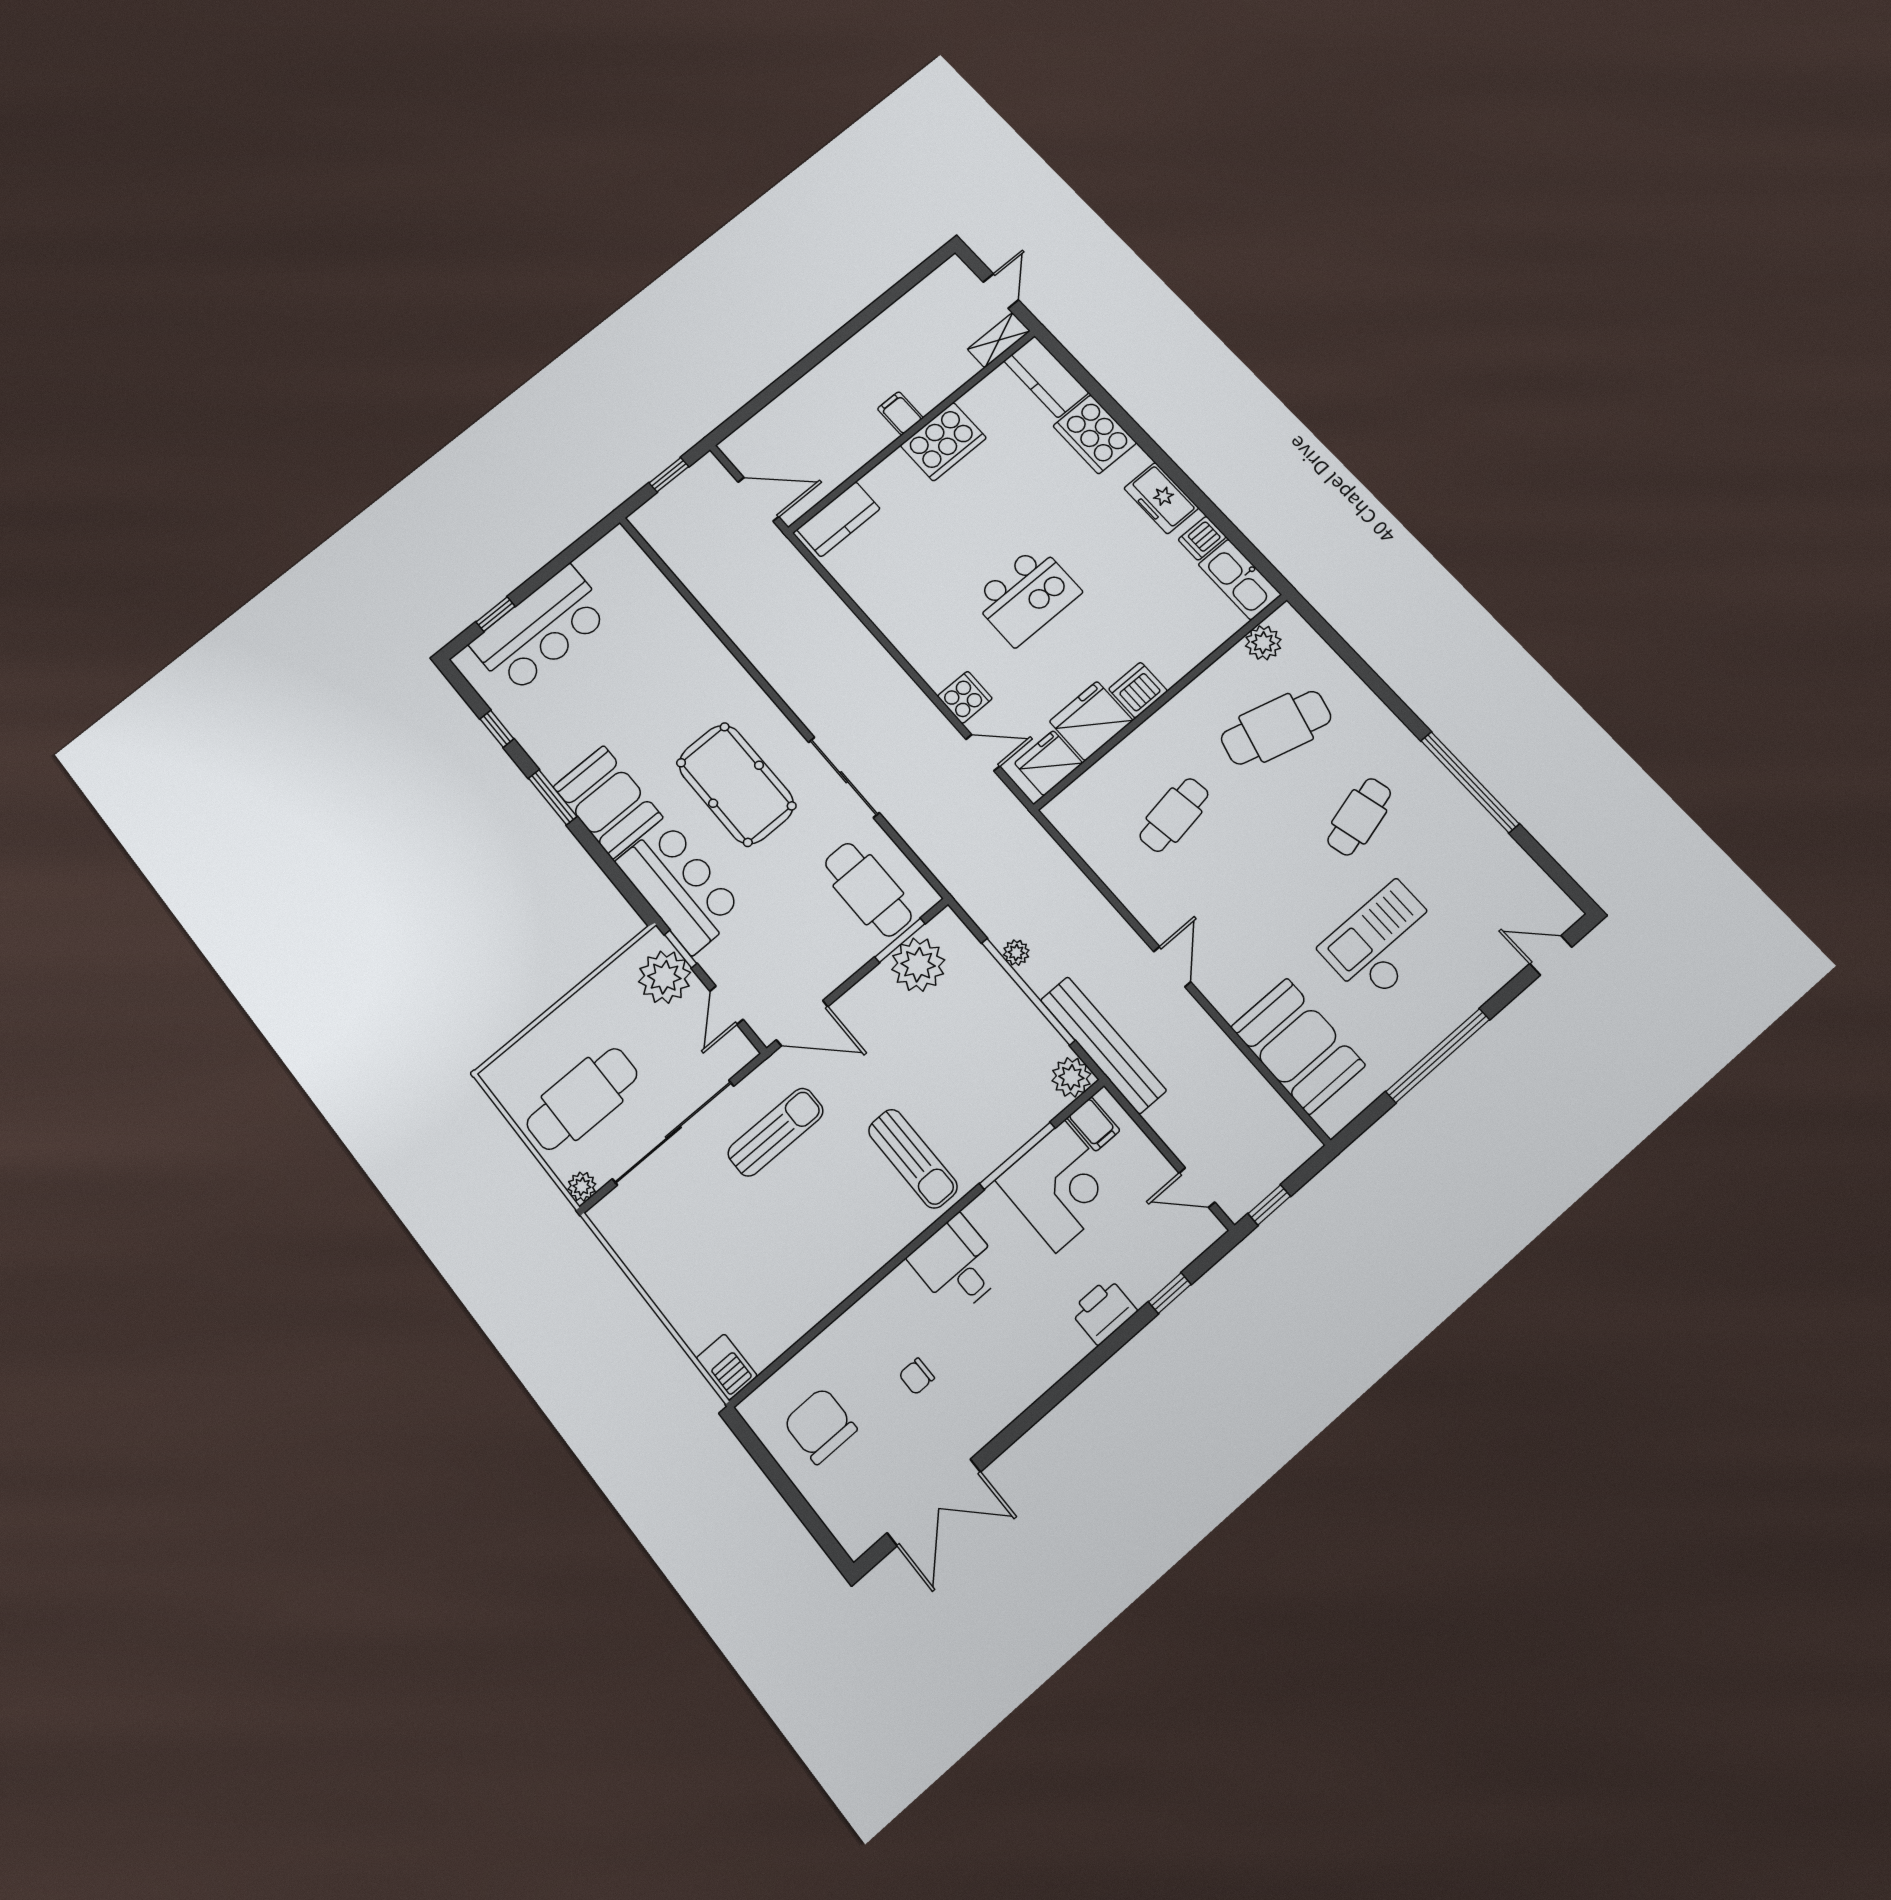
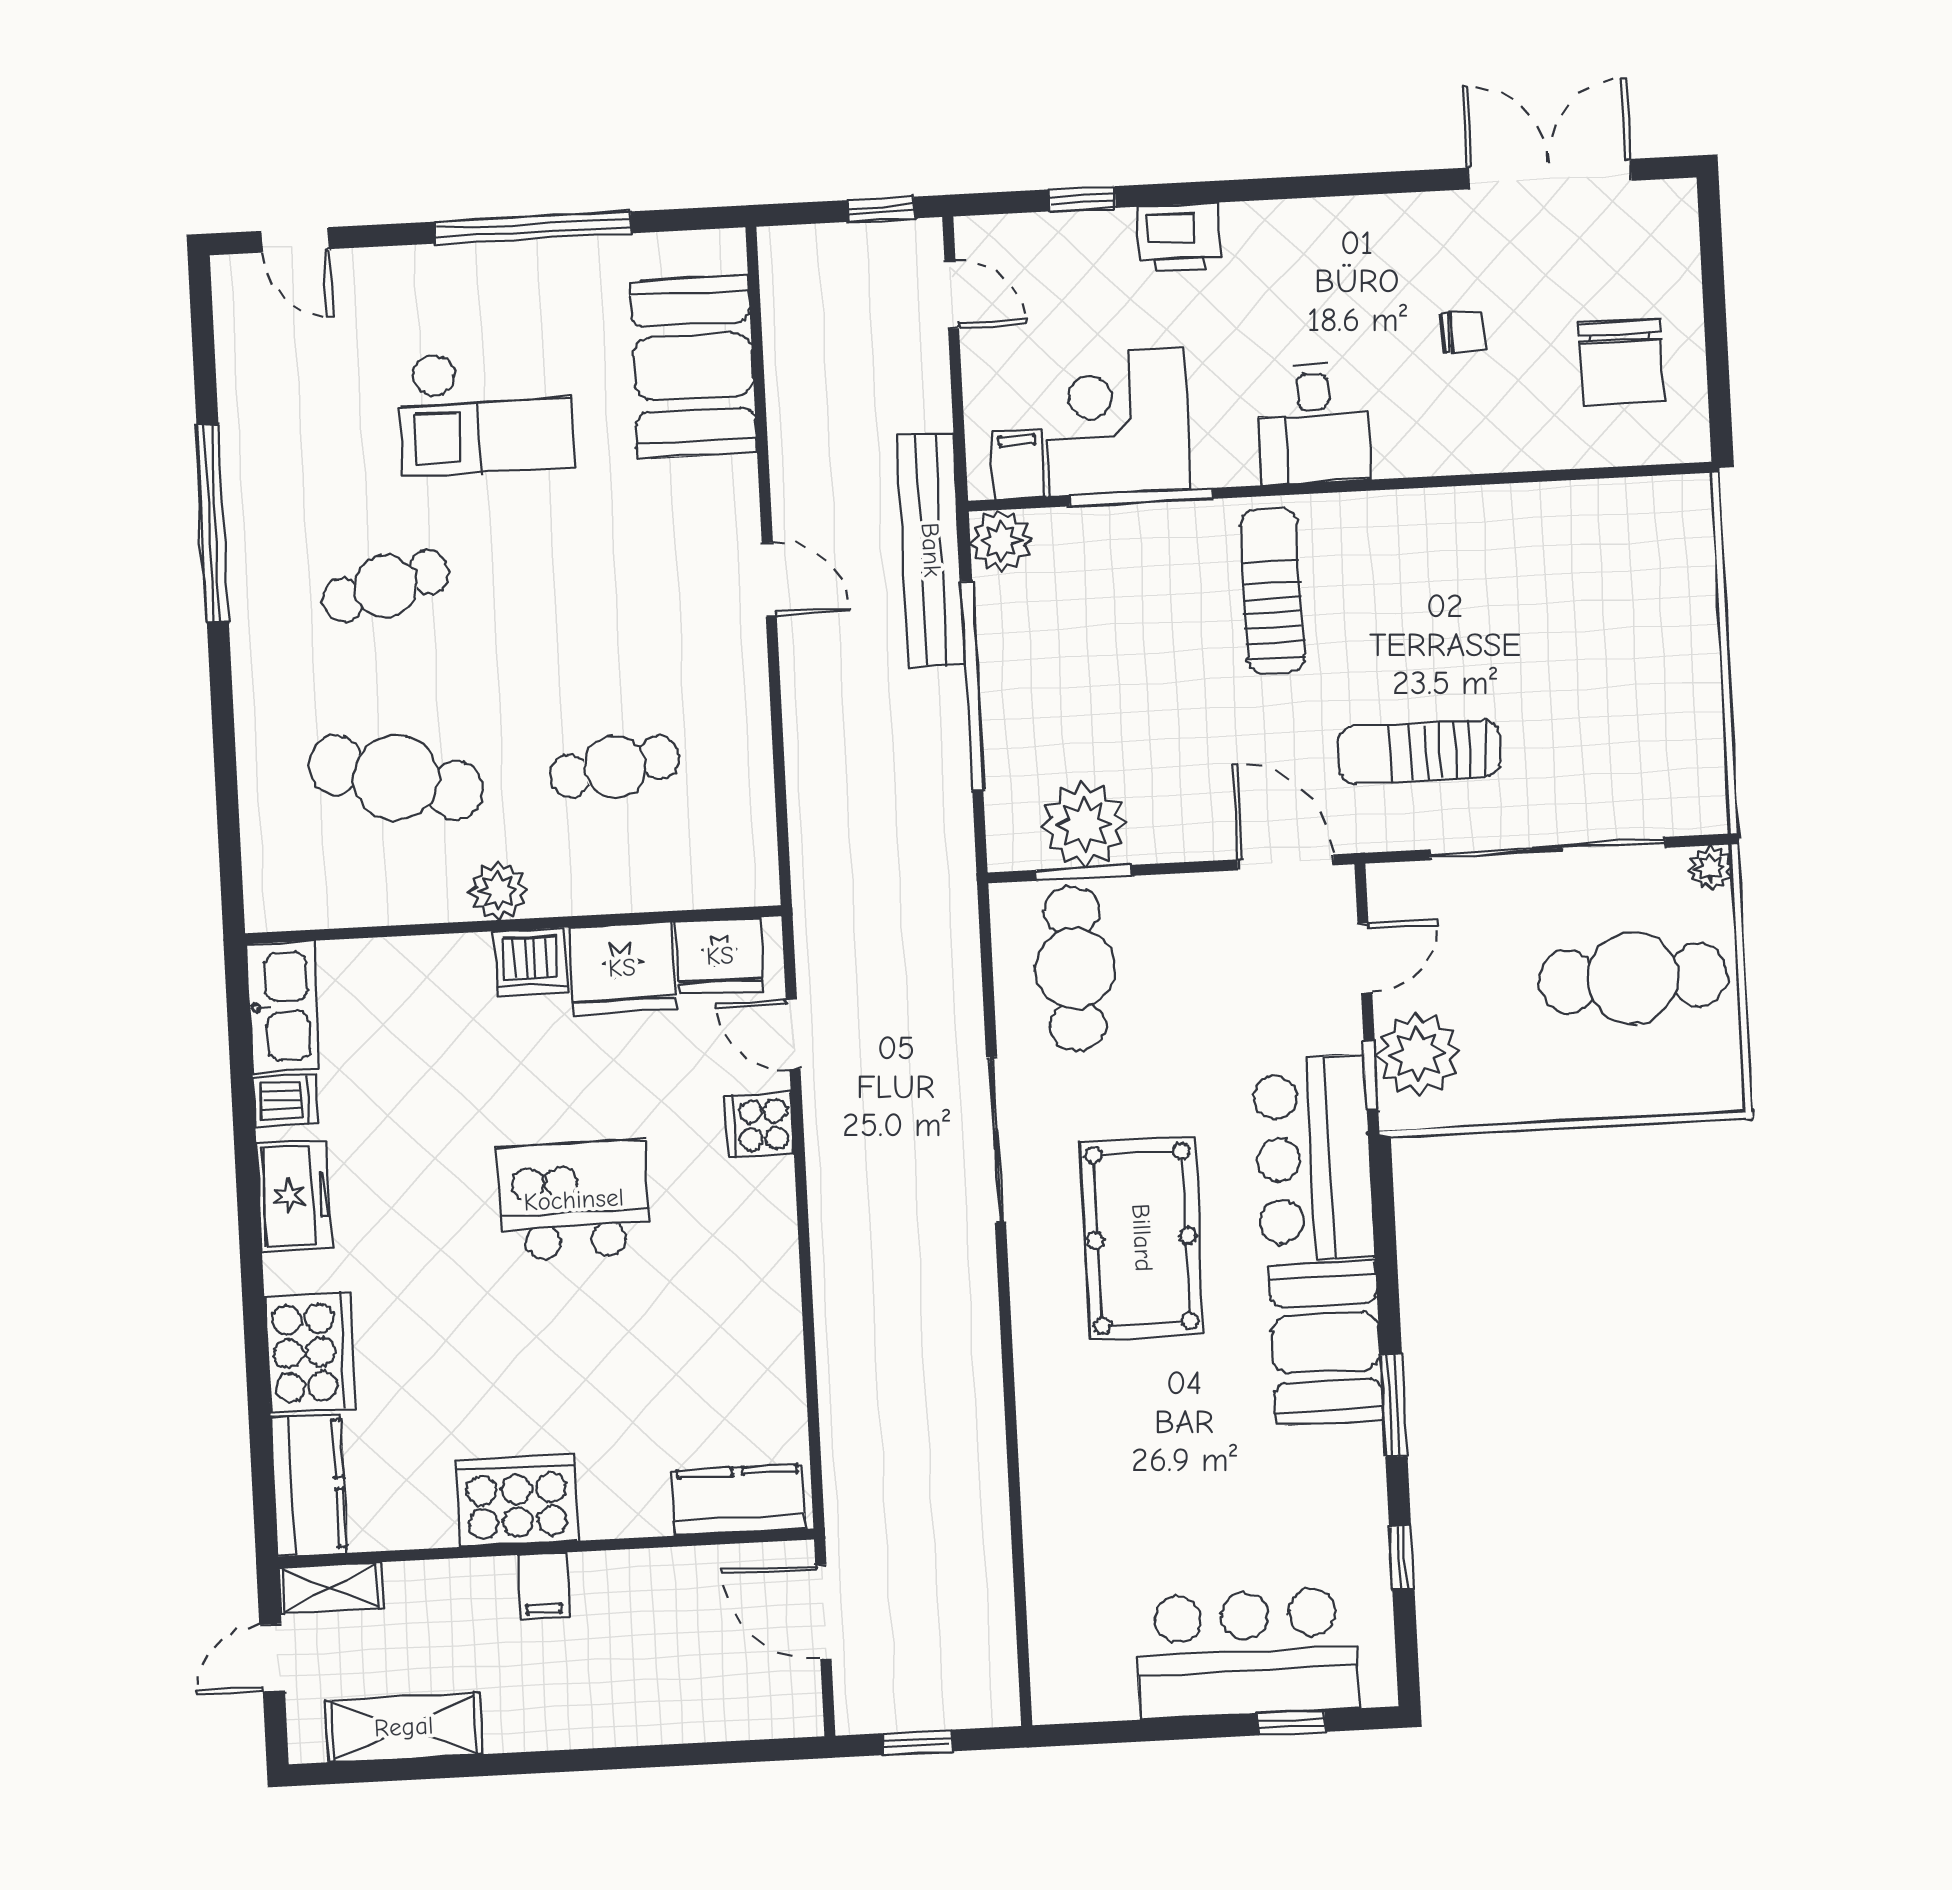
shelving: (915, 306) -> (404, 1727), added
plant: (1263, 643) -> (498, 891), moved
plant: (1016, 953) -> (949, 746), removed
door: (1172, 967) -> (769, 580), swing flipped
barbecue: (727, 1367) -> (1686, 515), removed

